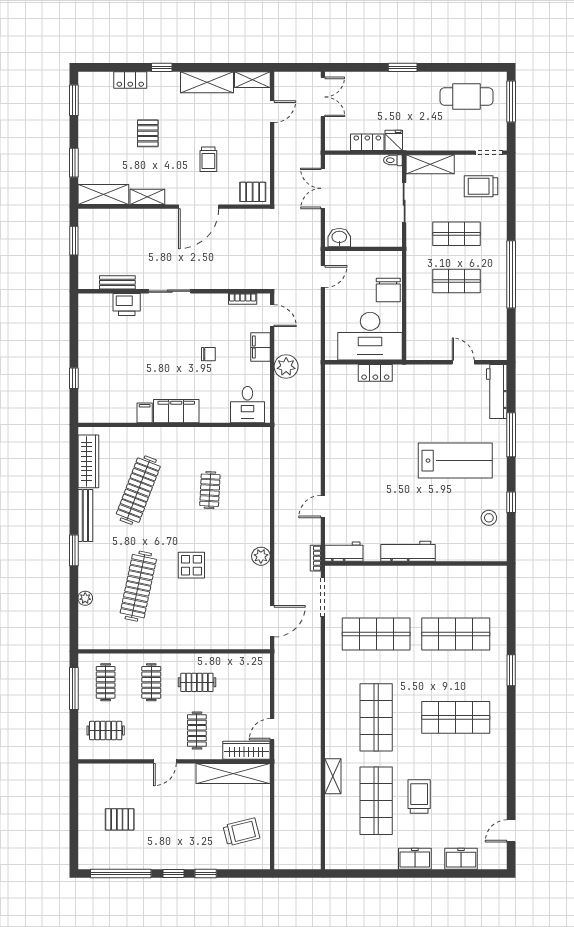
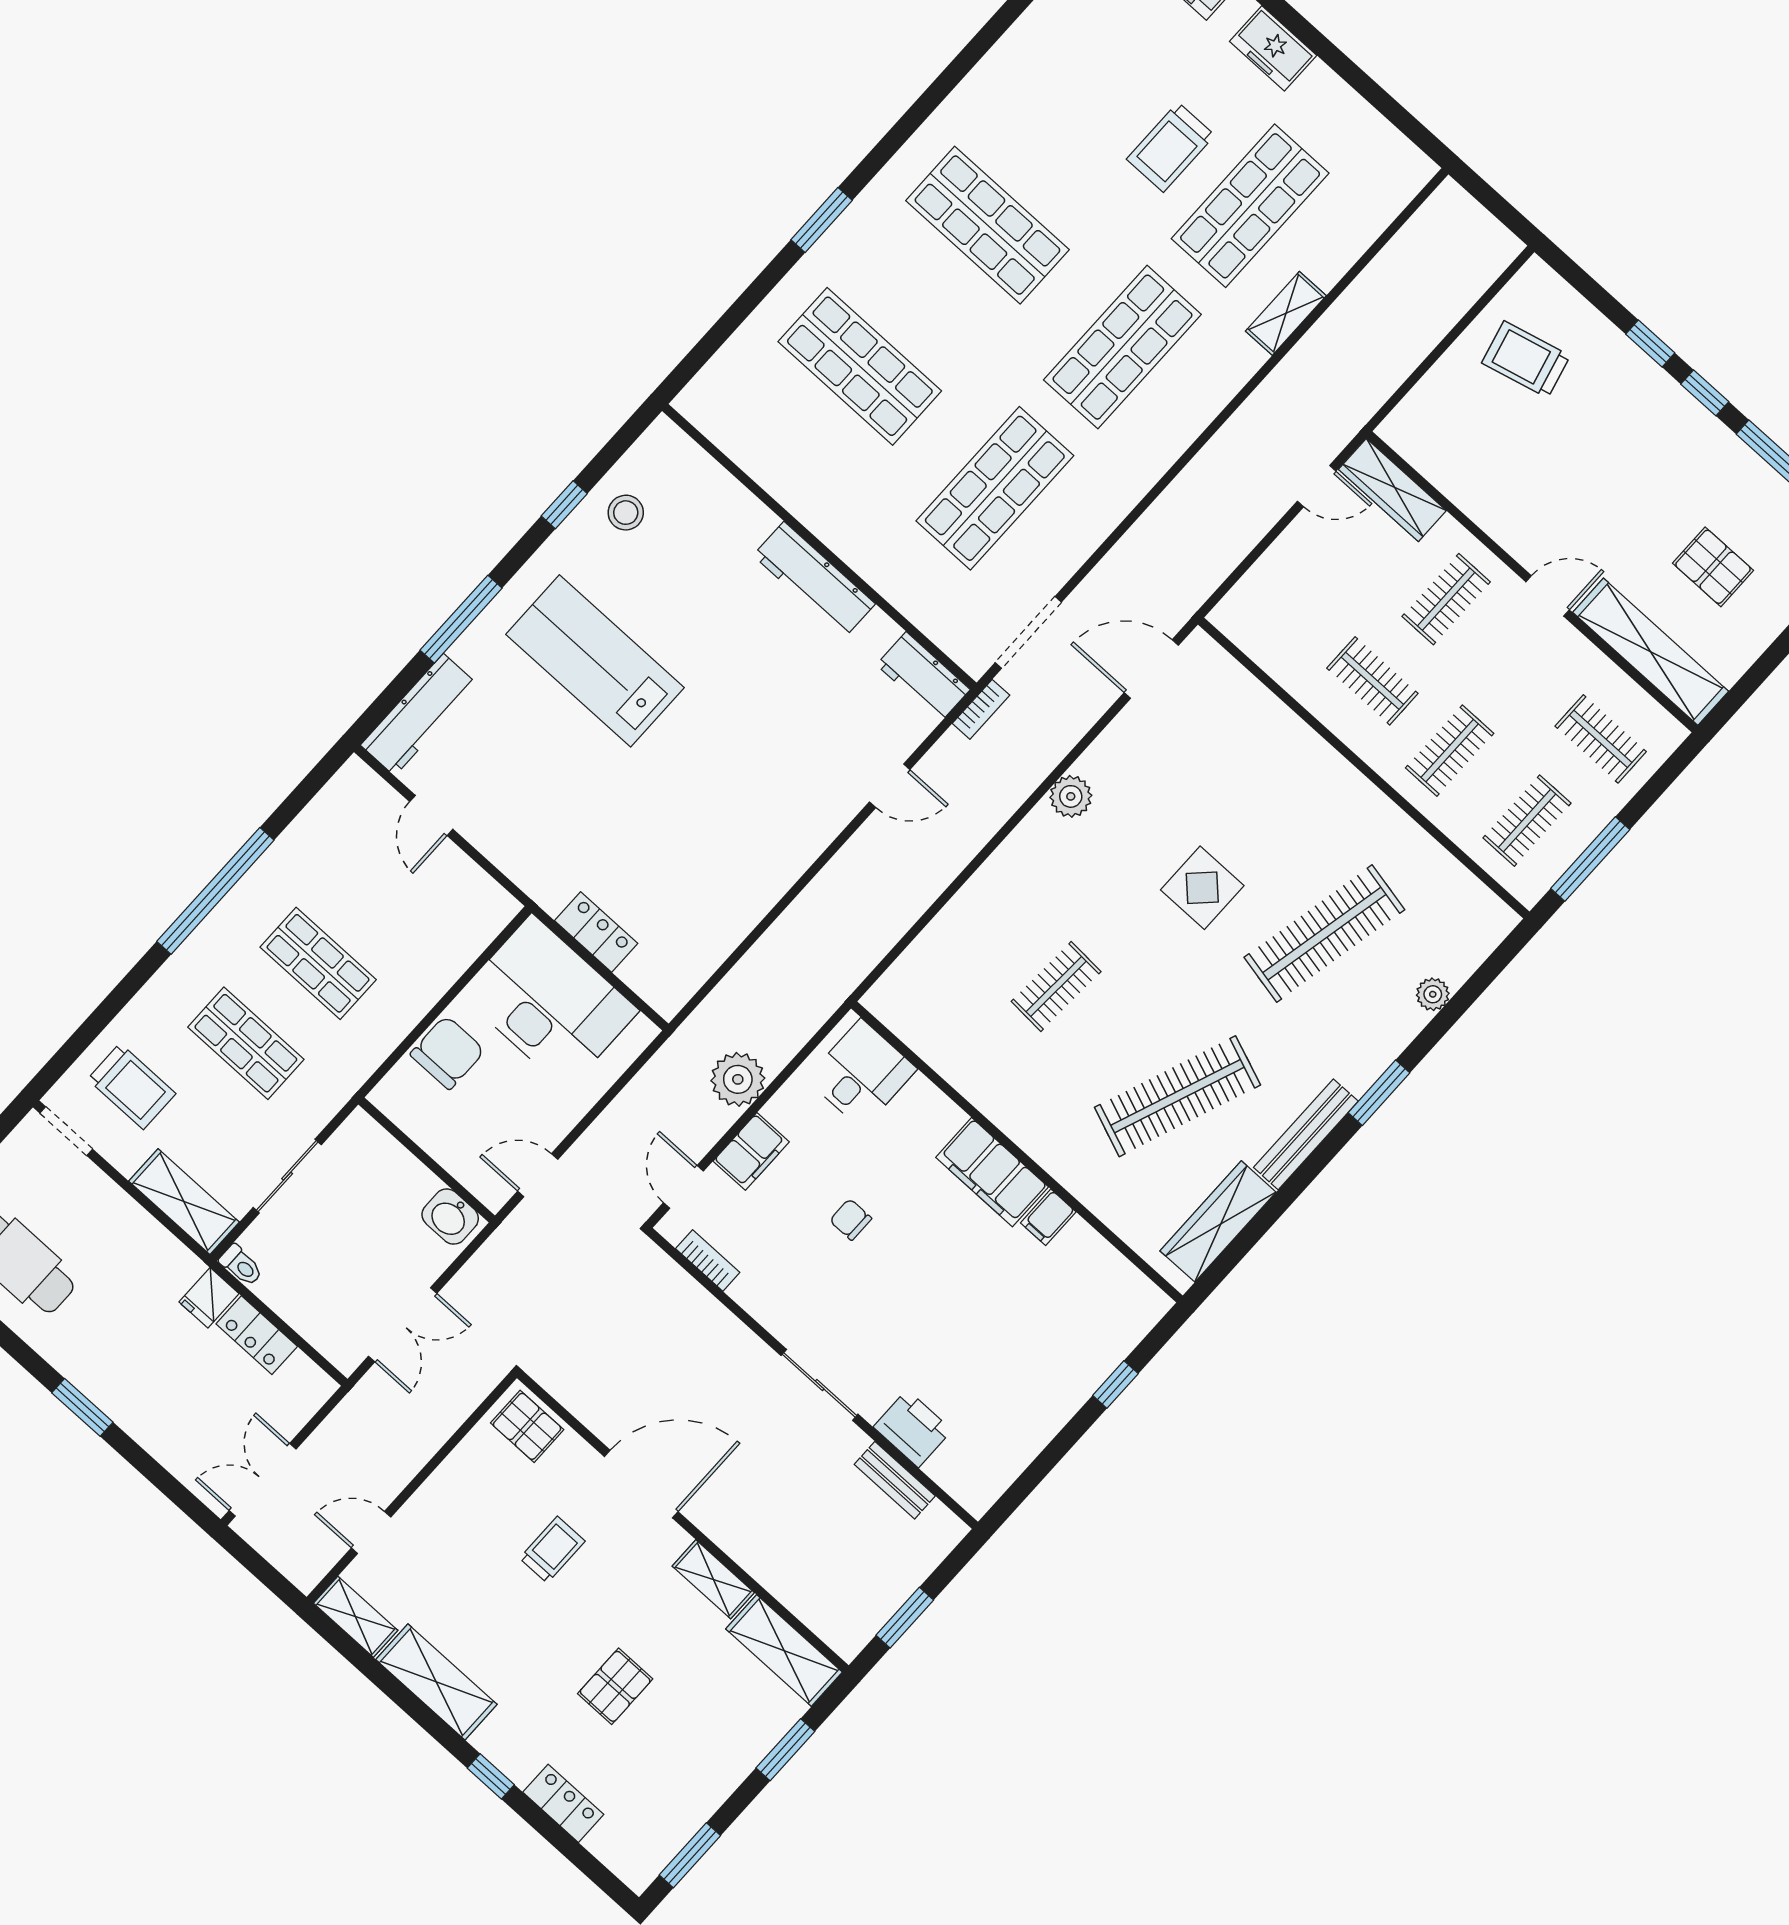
shop shelf: (376, 634) -> (995, 488), turned 90
shelving: (233, 773) -> (1651, 652), moved

